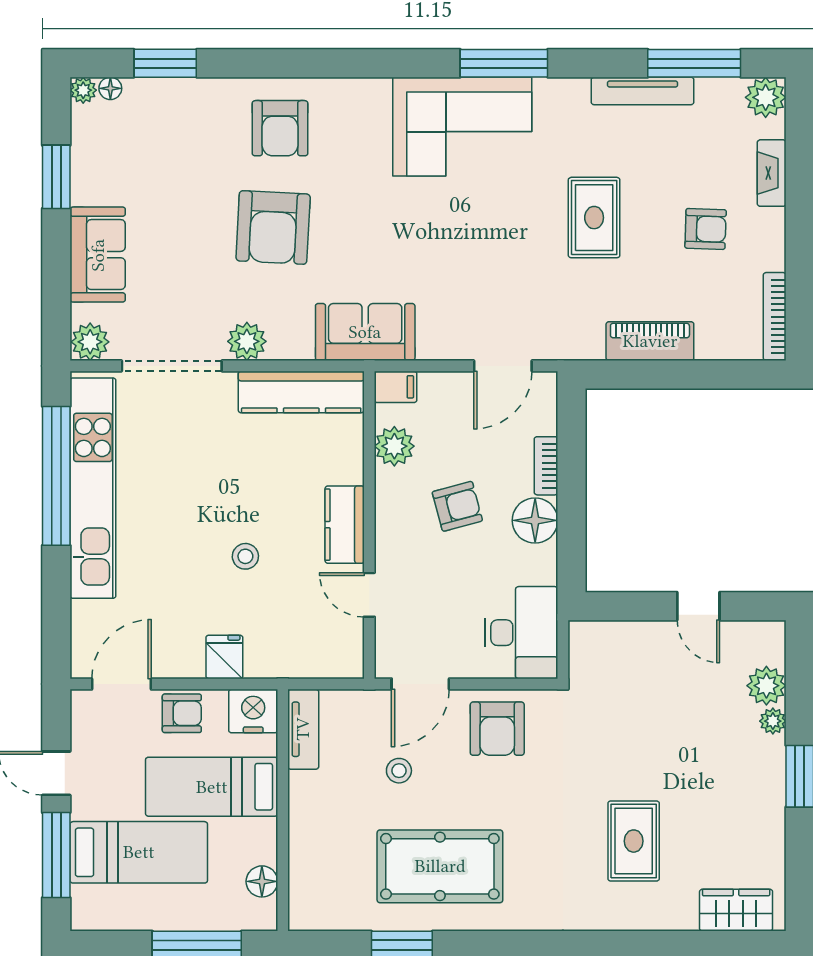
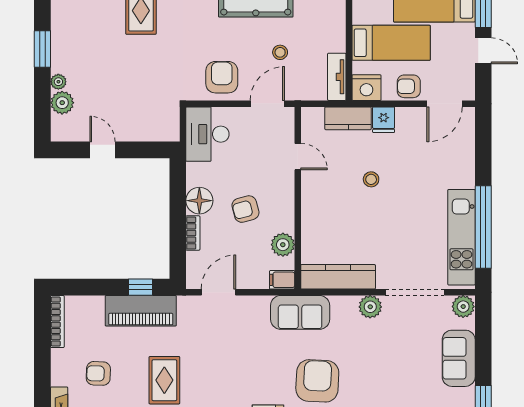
armchair: (273, 227) -> (317, 381), moved
piano: (650, 341) -> (141, 311), width x1.37, depth x1.33
window: (634, 374) -> (140, 287), added
kitchen unit: (93, 488) -> (461, 237), width x0.73
kitchen counter: (345, 525) -> (348, 118), moved, turned 90

